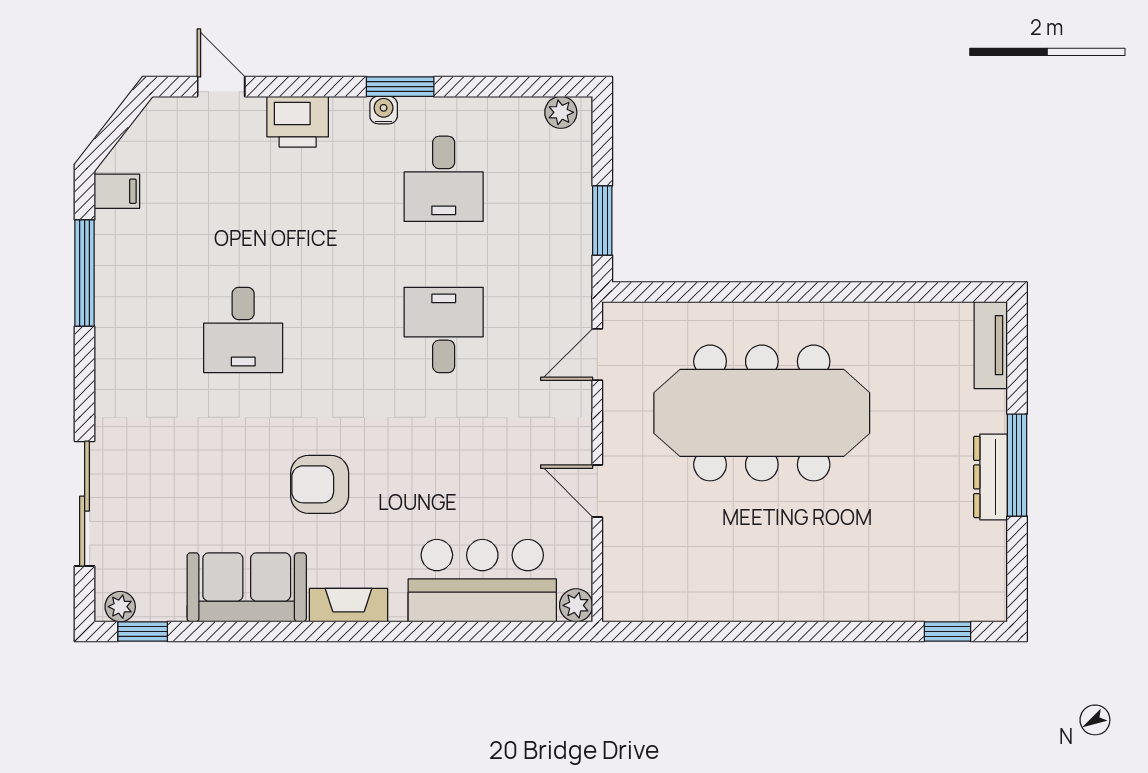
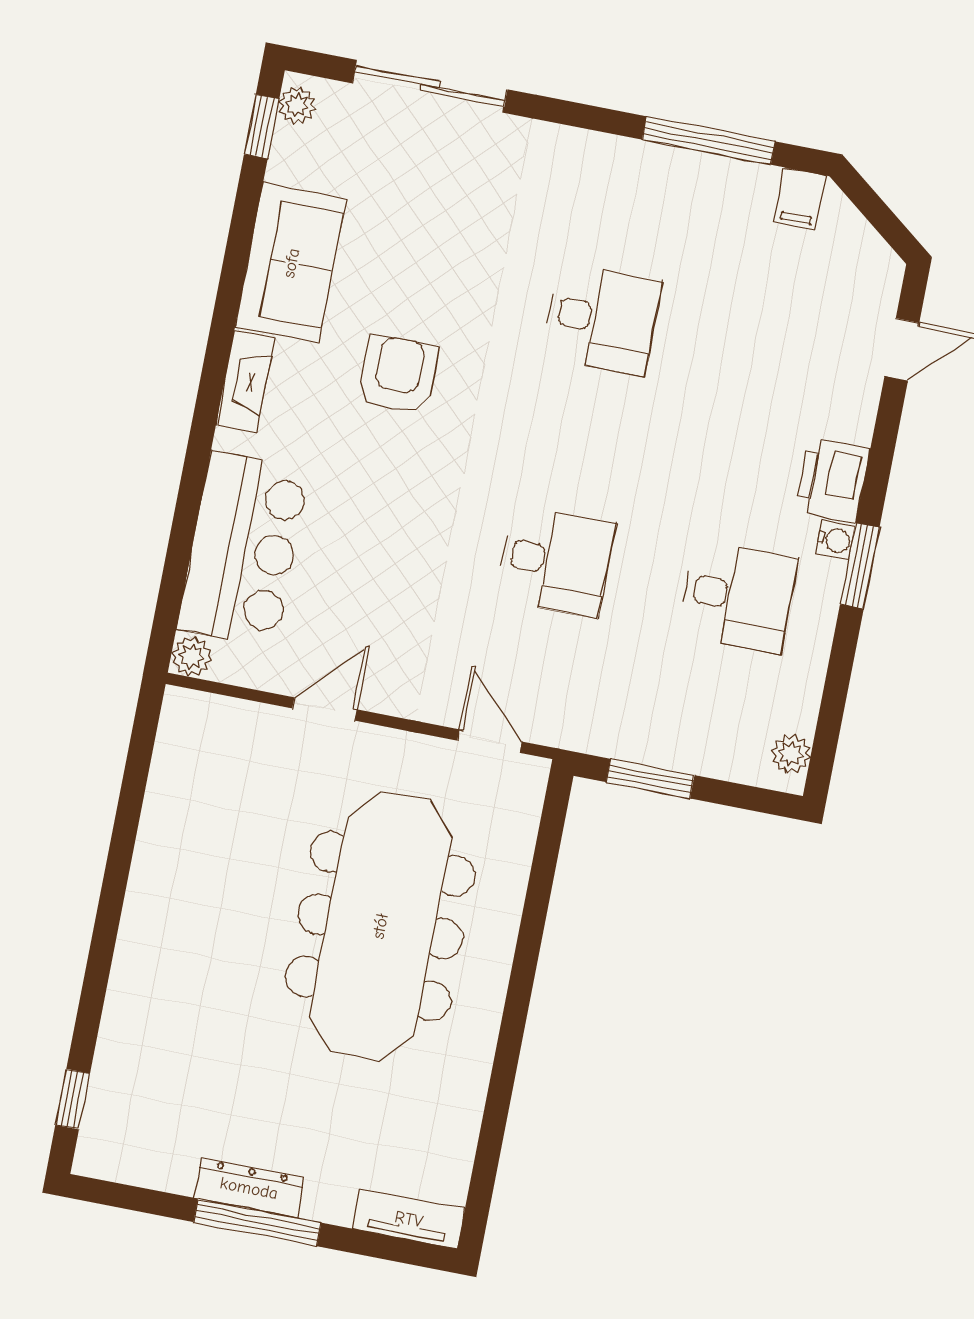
printer: (298, 122) -> (832, 480), moved
desk: (444, 179) -> (738, 597), turned 180
desk: (243, 330) -> (603, 319), turned 180

